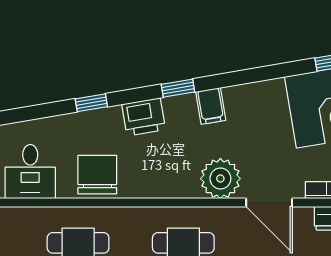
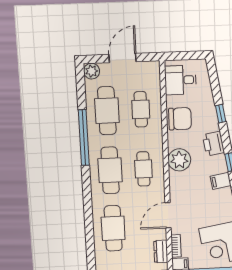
plant: (220, 179) -> (179, 160), moved

